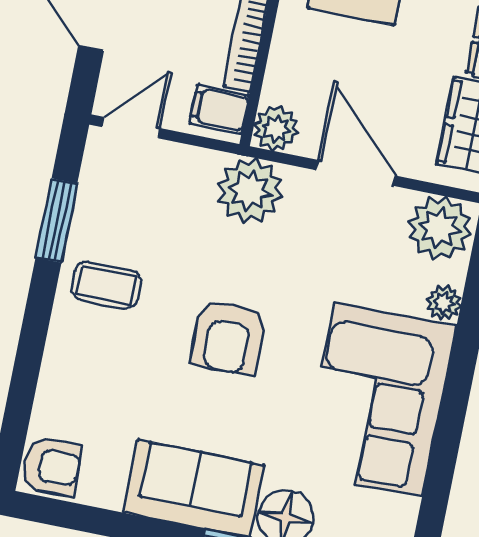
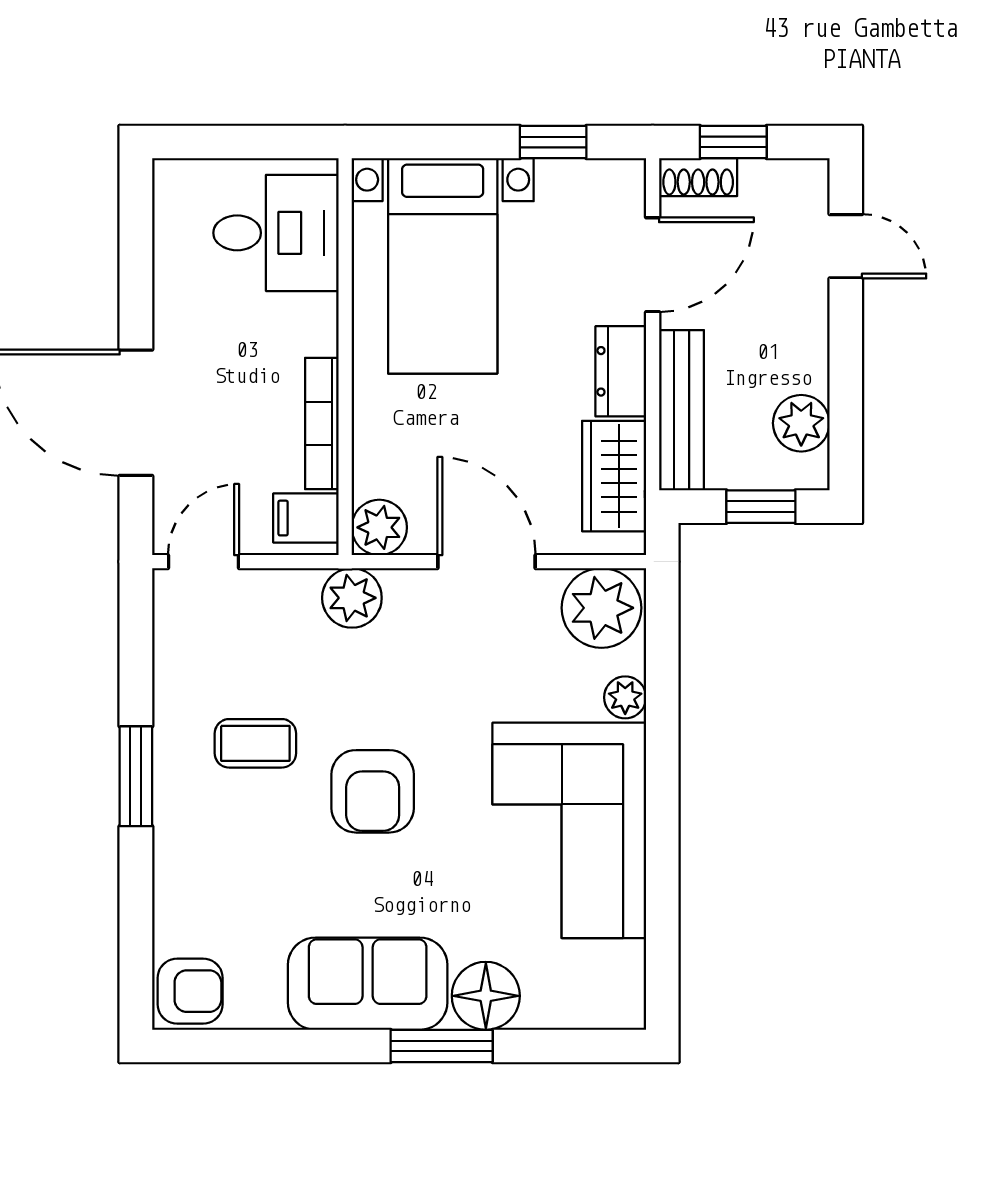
plant: (250, 191) -> (352, 598), width x0.73, depth x0.73
window: (56, 221) -> (136, 776), moved
coffee table: (106, 285) -> (255, 743), moved

